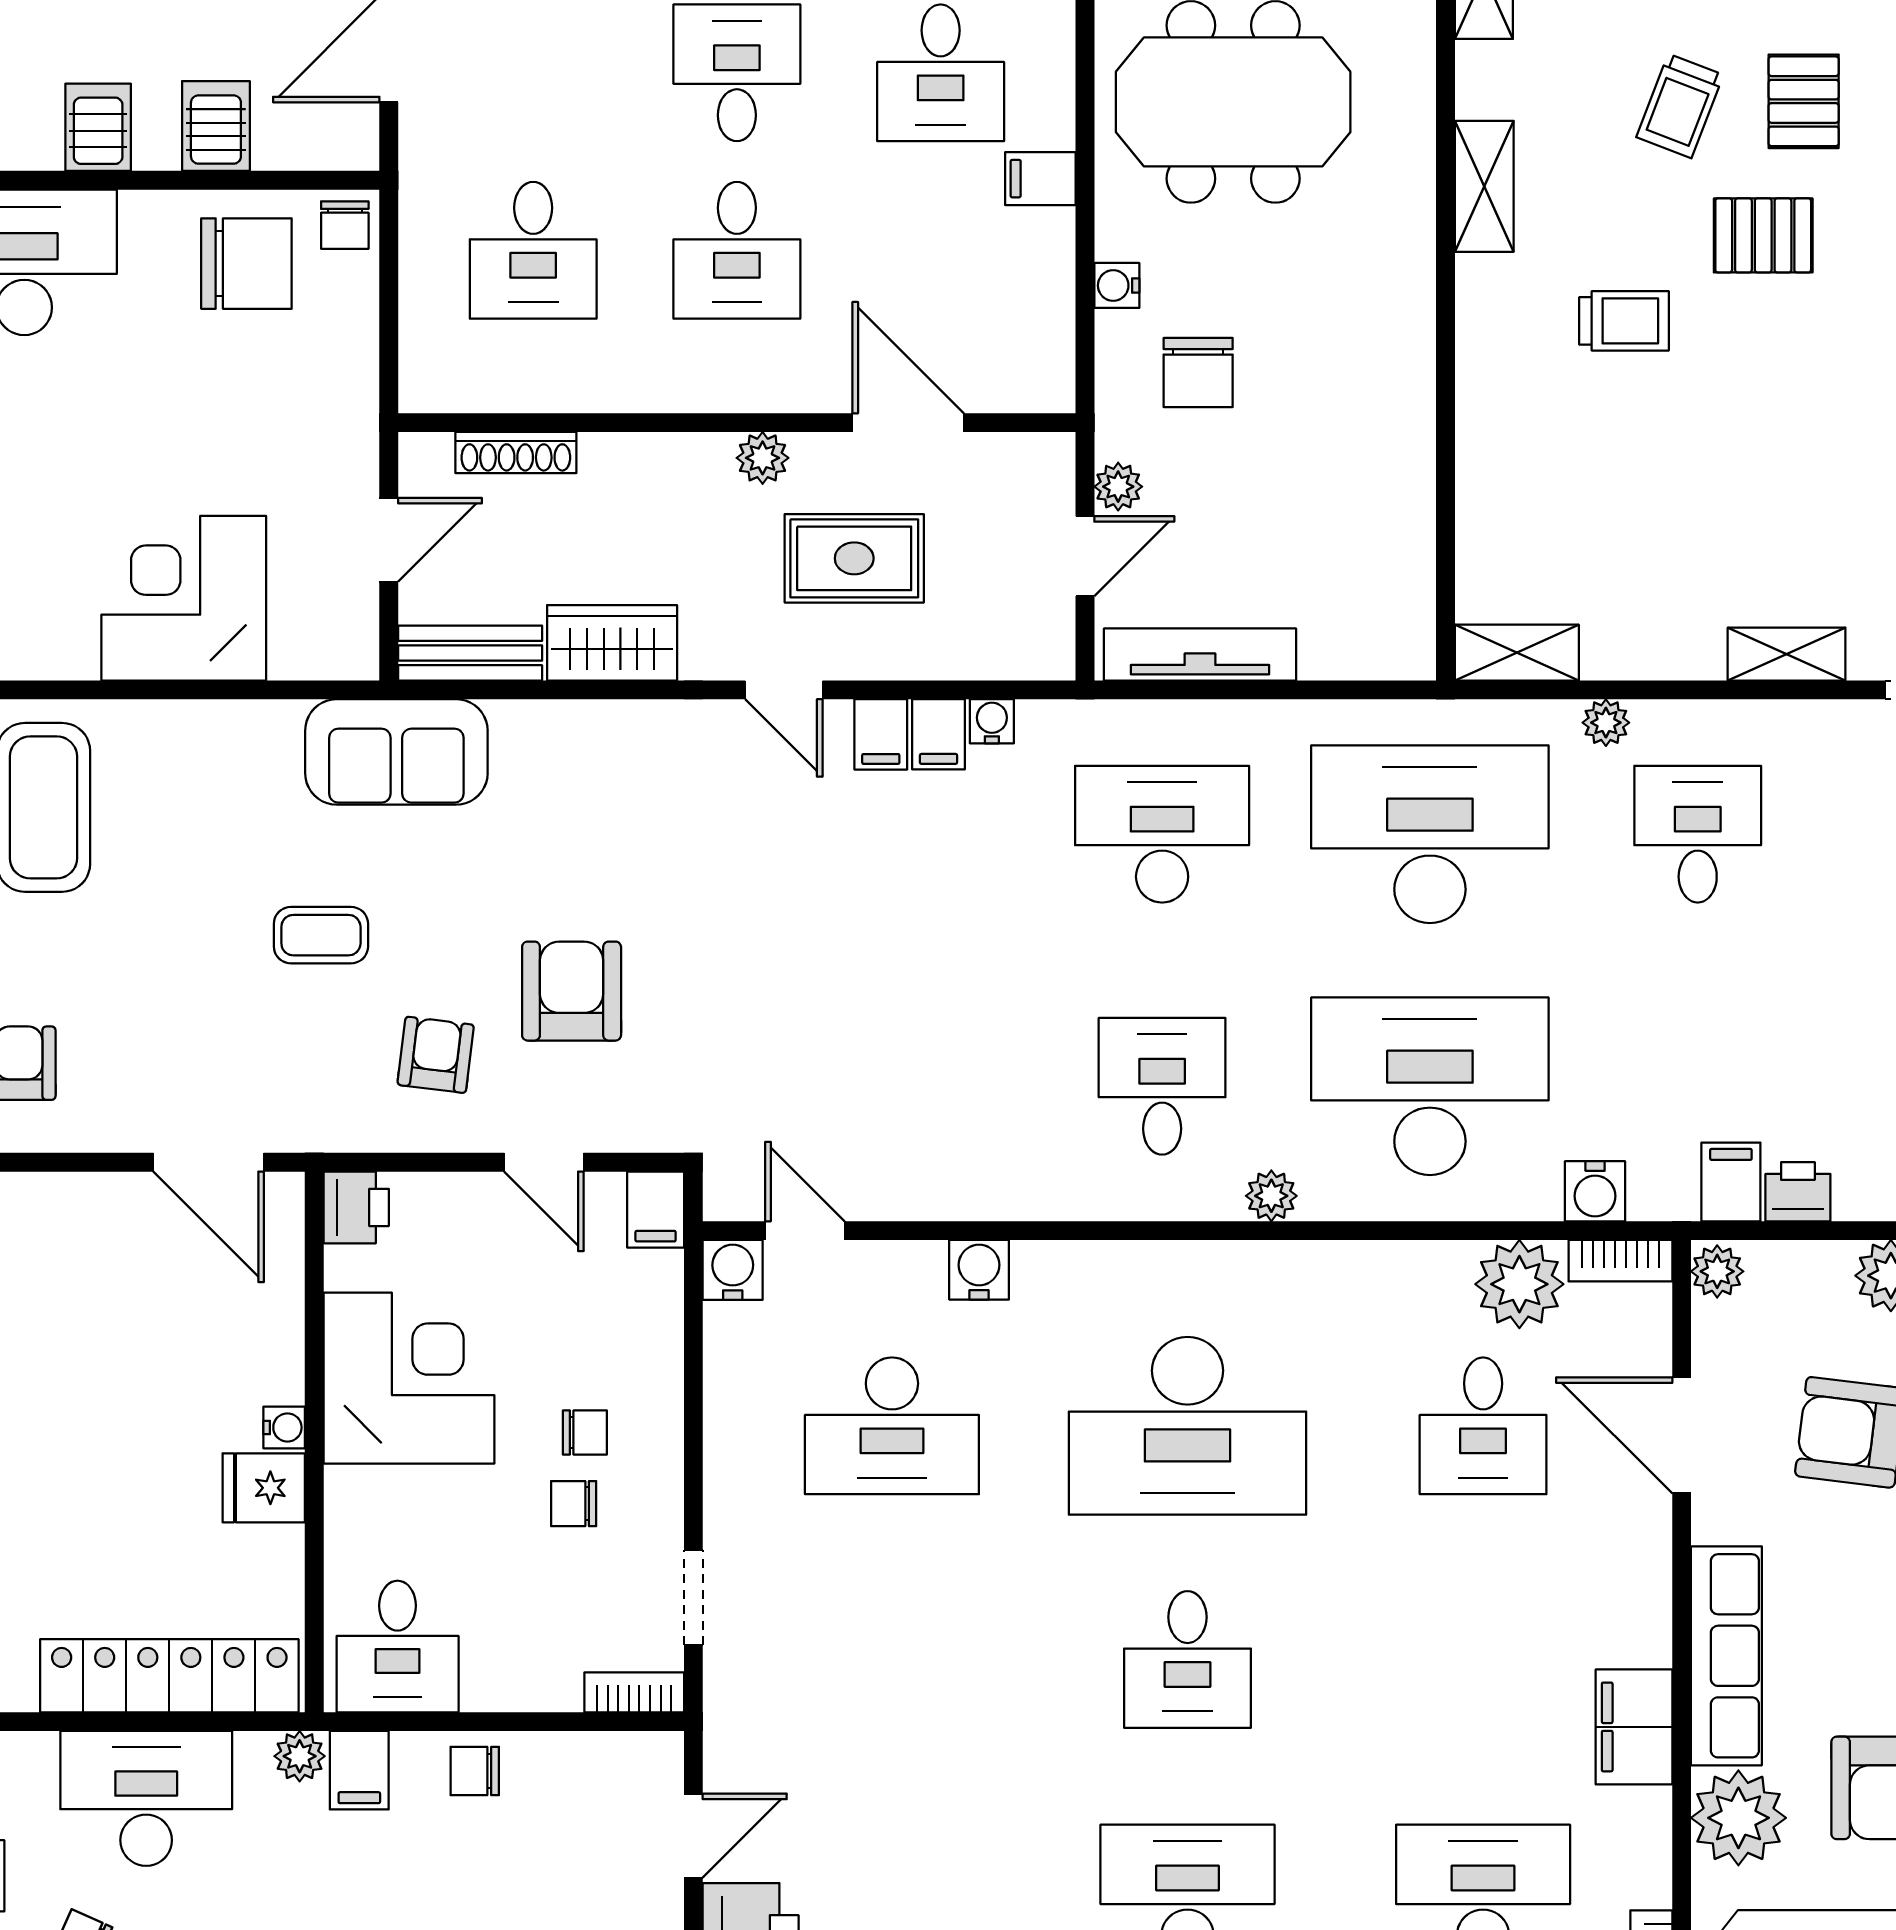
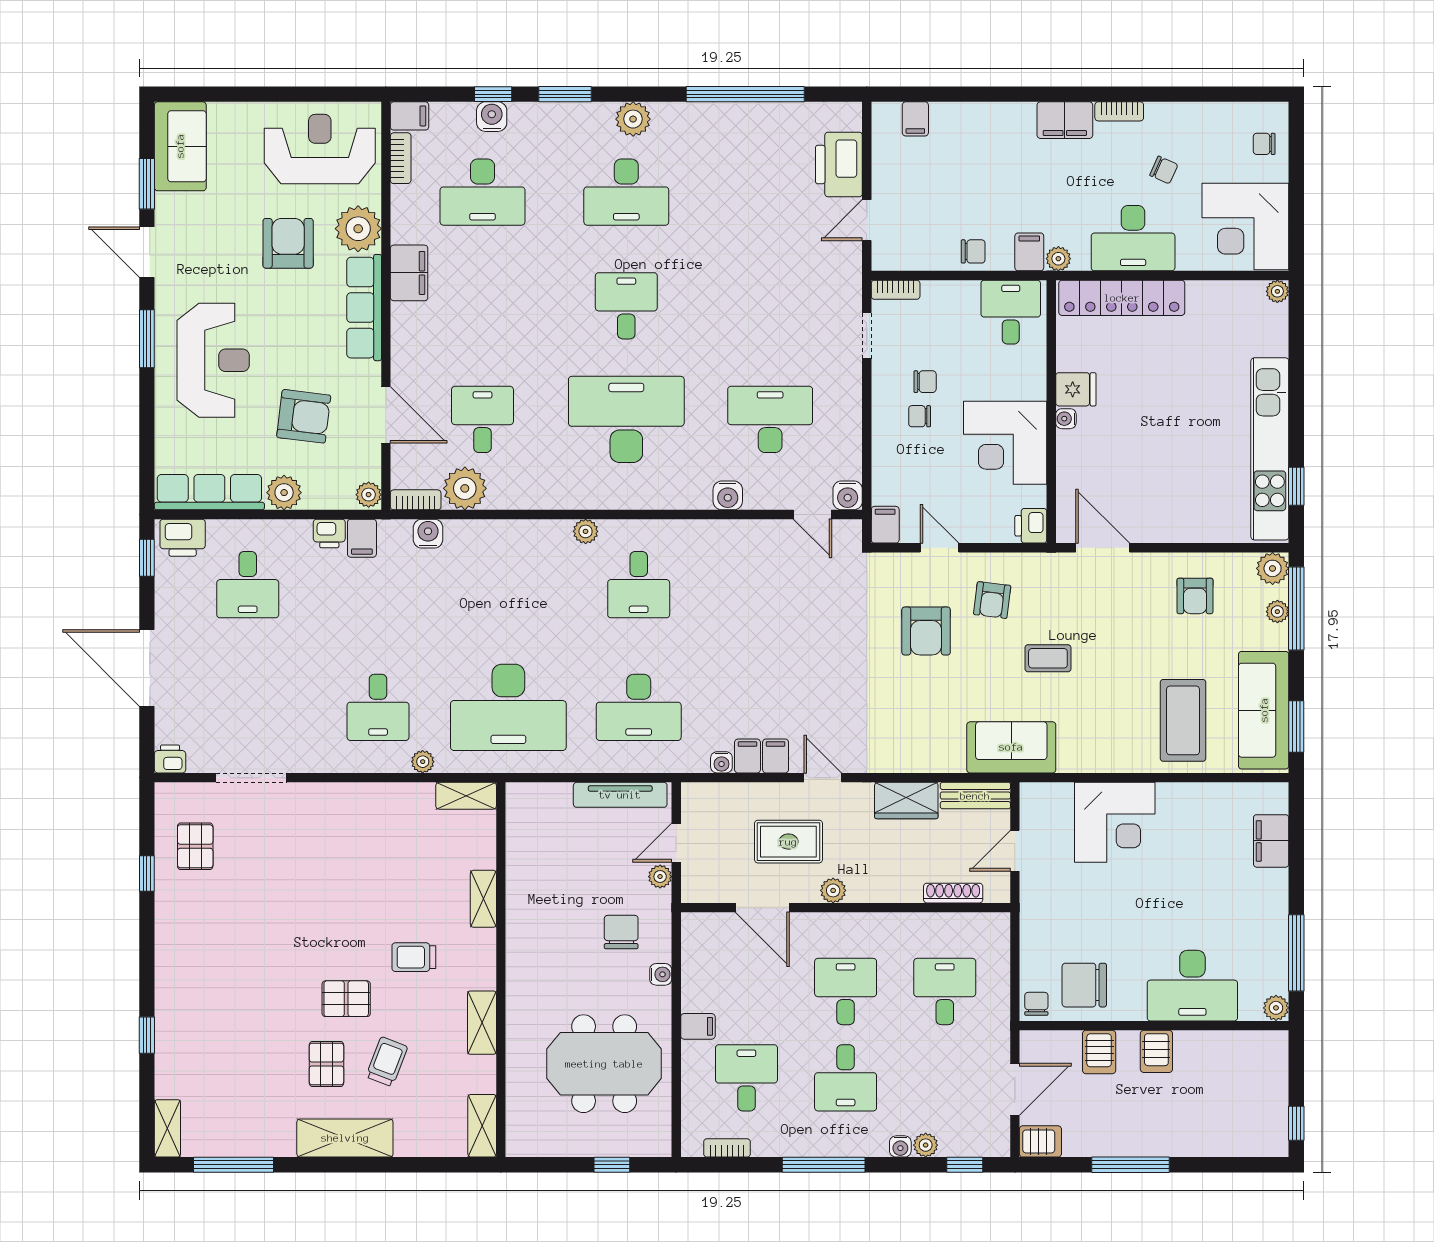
shelving: (1787, 654) -> (483, 899), moved, turned 90
desk: (1430, 1086) -> (508, 585), removed

